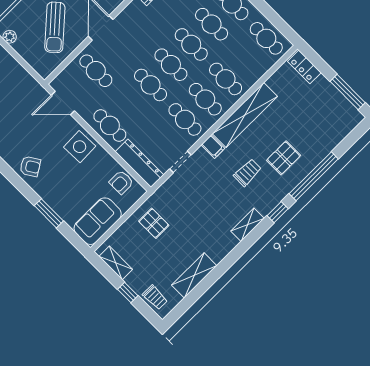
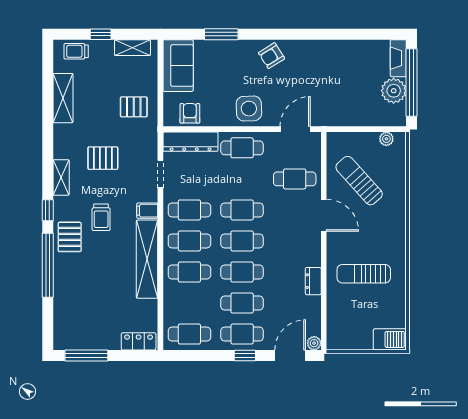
pallet: (284, 158) -> (70, 237), moved
pallet: (208, 210) -> (103, 158), added

